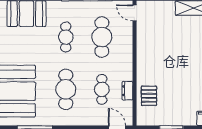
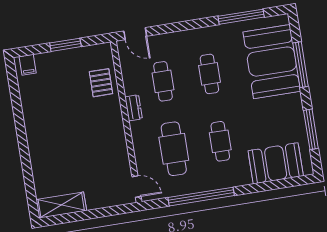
cafe table: (66, 89) -> (209, 74), width x0.73, depth x0.74
dresser: (127, 91) -> (133, 108), moved

